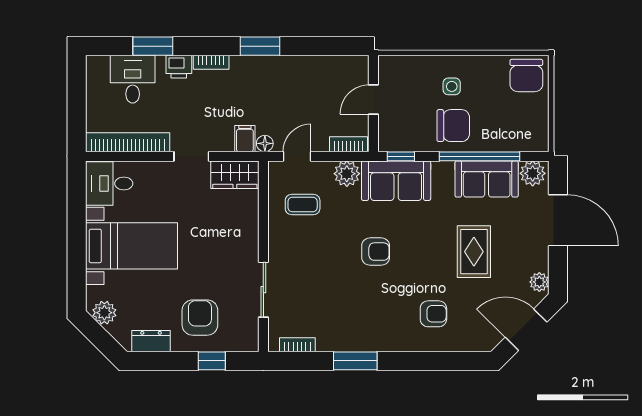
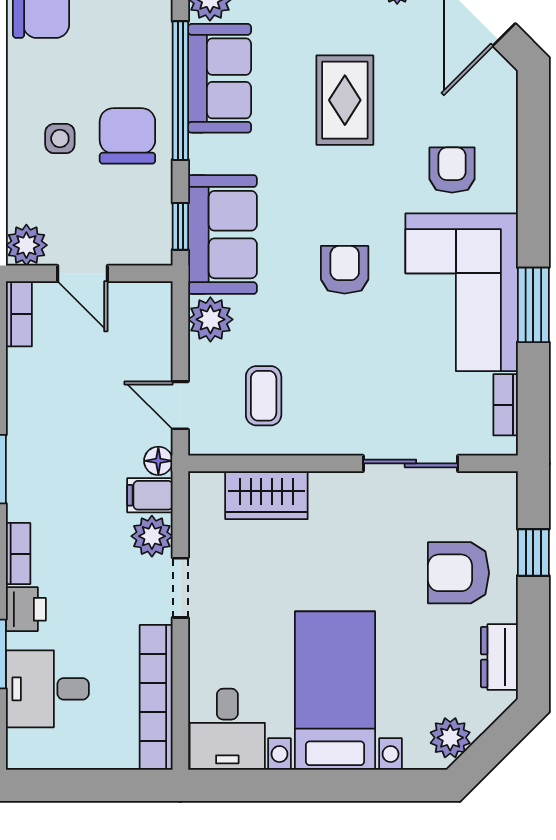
plant: (390, 67) -> (26, 245), added
plant: (221, 140) -> (152, 536), added
bookcase: (348, 144) -> (19, 314), moved, turned 180
wardrobe: (235, 175) -> (266, 495), moved, turned 90
rug: (474, 252) -> (345, 100), turned 90
corner sofa: (363, 319) -> (462, 292), added

